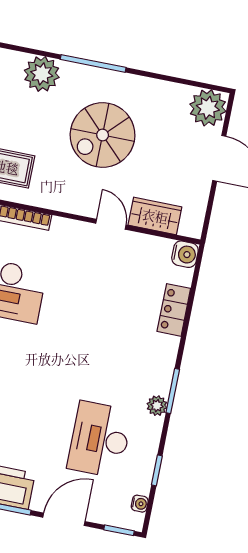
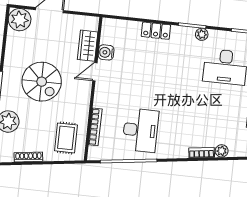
water cooler: (185, 254) -> (106, 52), moved, turned -90
locker: (174, 310) -> (156, 31), moved

